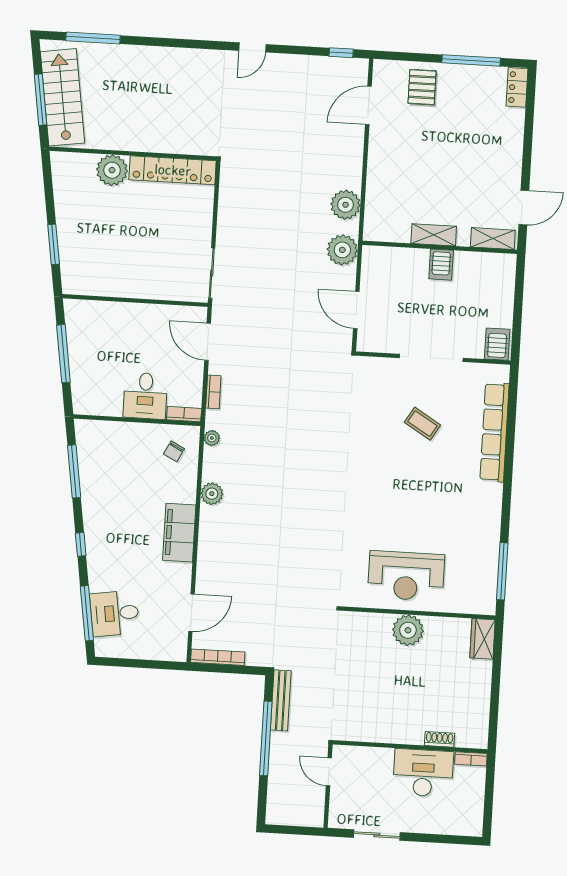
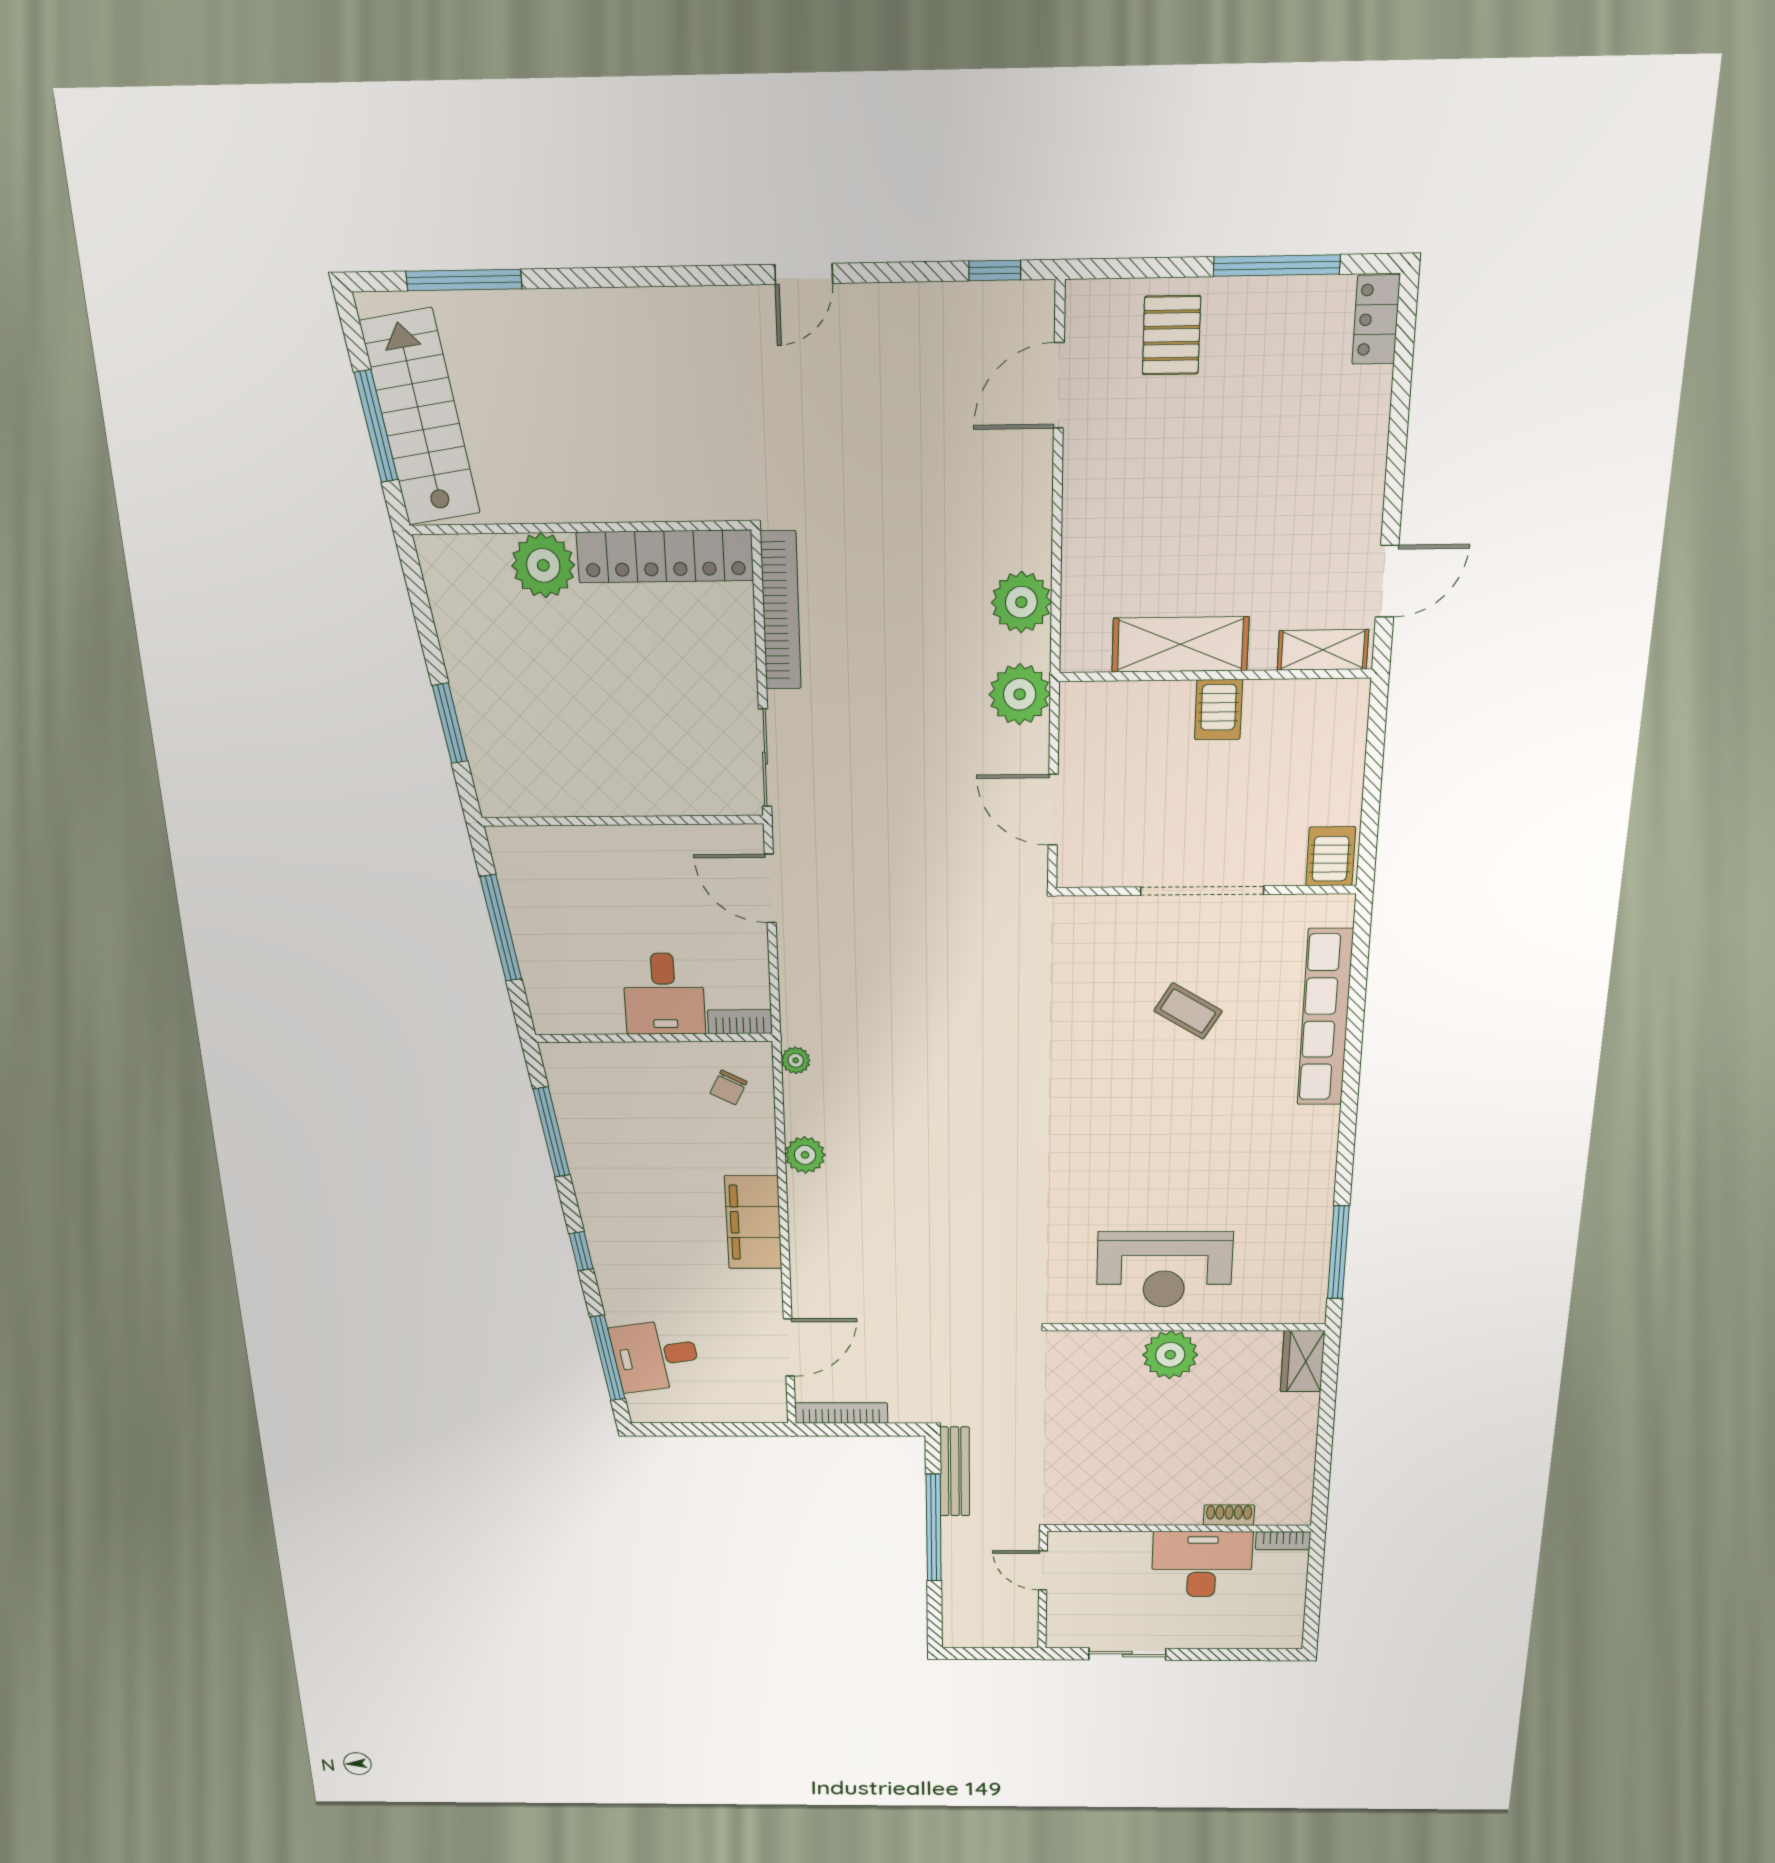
shelving: (434, 235) -> (1180, 644), width x1.50, depth x1.33
bookcase: (213, 392) -> (781, 611), moved, width x2.31, depth x1.31

